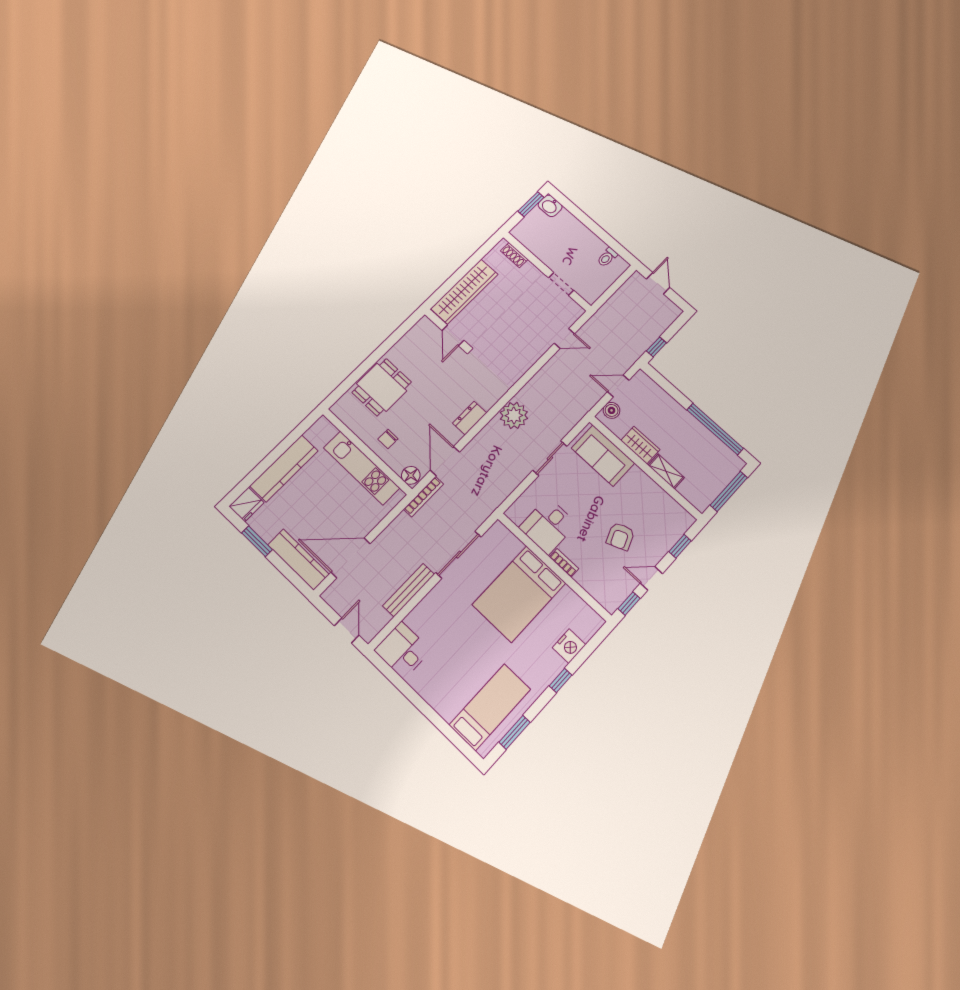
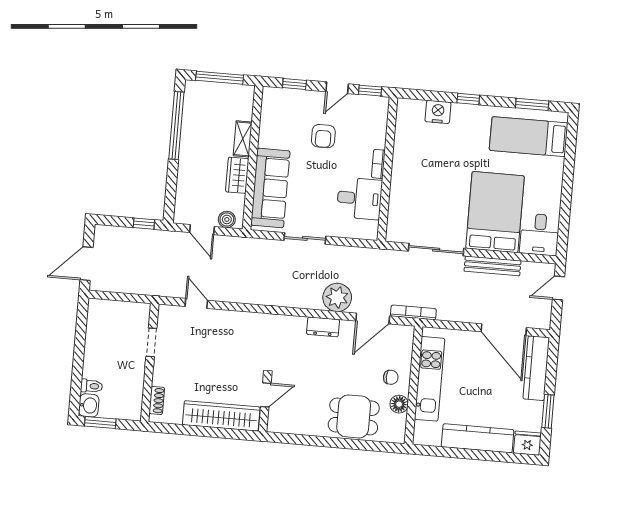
toilet: (607, 257) -> (91, 386), moved
door: (658, 283) -> (87, 264), width x1.38
plant: (514, 415) -> (337, 297), moved
sofa: (603, 456) -> (270, 188), width x1.36
floor lamp: (411, 475) -> (399, 404), moved
armchair: (620, 536) -> (323, 136), turned 112
door: (651, 578) -> (337, 88), hinge flipped
bed: (519, 594) -> (495, 212), moved, turned -90

